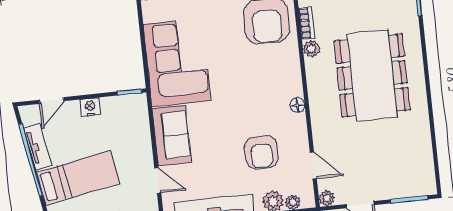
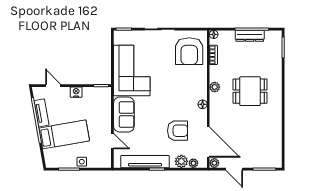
plant: (311, 49) -> (215, 87), moved
dining table: (372, 75) -> (250, 91), width x0.53, depth x0.80
door: (52, 100) -> (53, 86), swing flipped
armchair: (261, 152) -> (178, 131), turned -90
door: (313, 165) -> (208, 142), width x1.87

